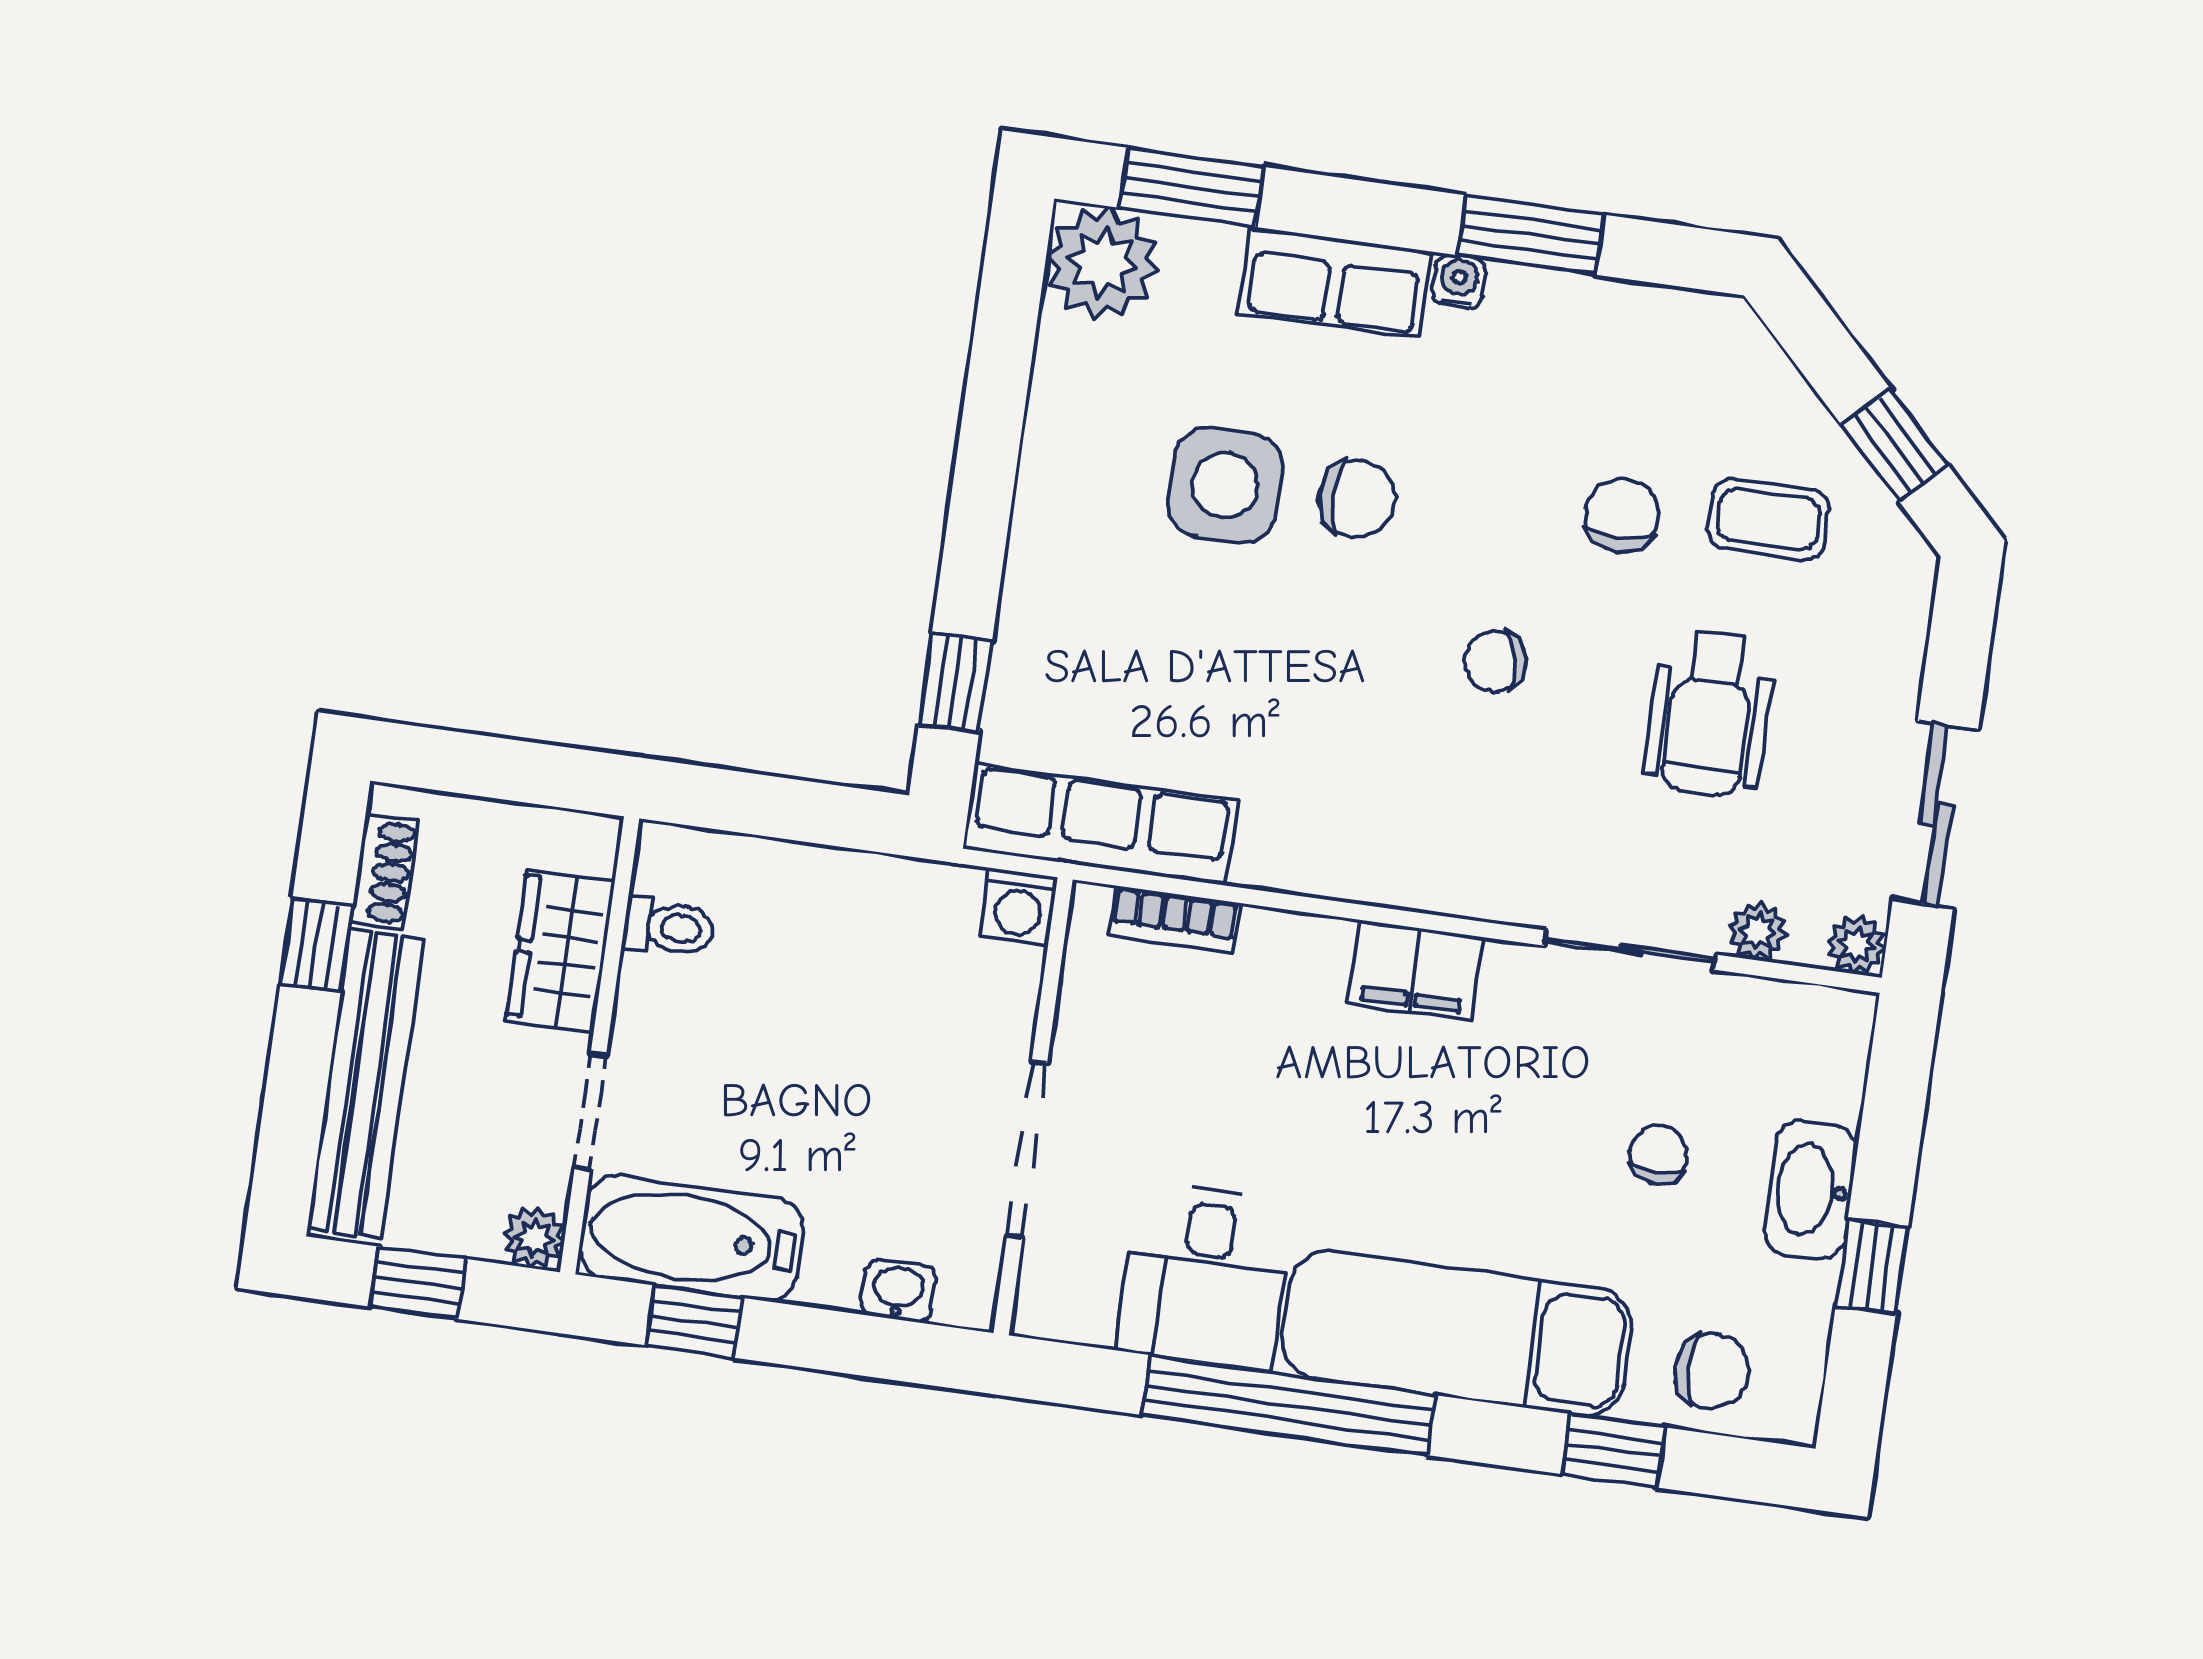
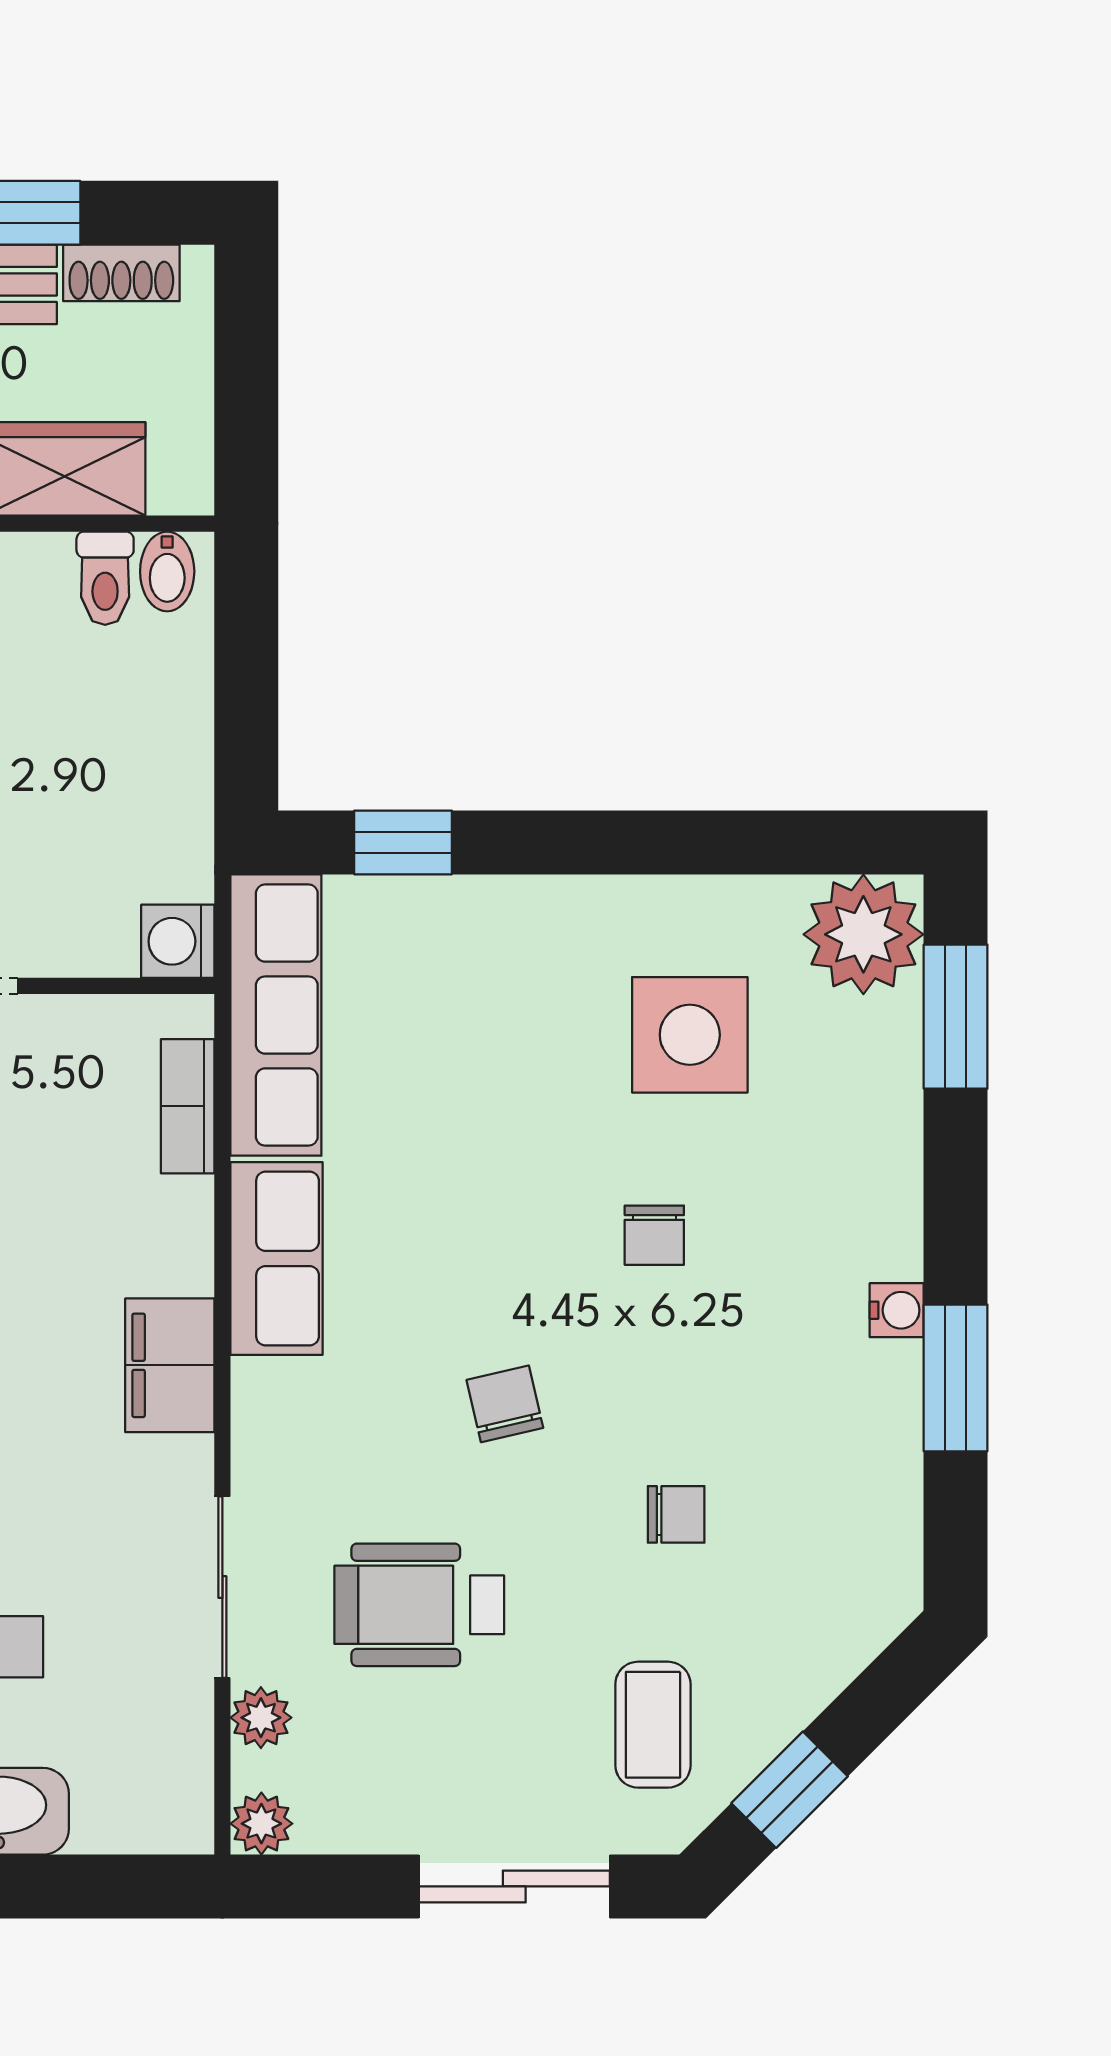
row of seats: (1335, 282) -> (276, 1259), moved, turned 180
side table: (1225, 485) -> (690, 1035), moved
chair: (1357, 499) -> (654, 1235), width x0.73, depth x0.73
chair: (1622, 515) -> (676, 1514), width x0.73, depth x0.73
coffee table: (1768, 519) -> (653, 1725), moved
wheelchair: (1709, 714) -> (419, 1605), moved
sliding door: (1935, 815) -> (514, 1886), moved
bidet: (670, 868) -> (167, 571), added

